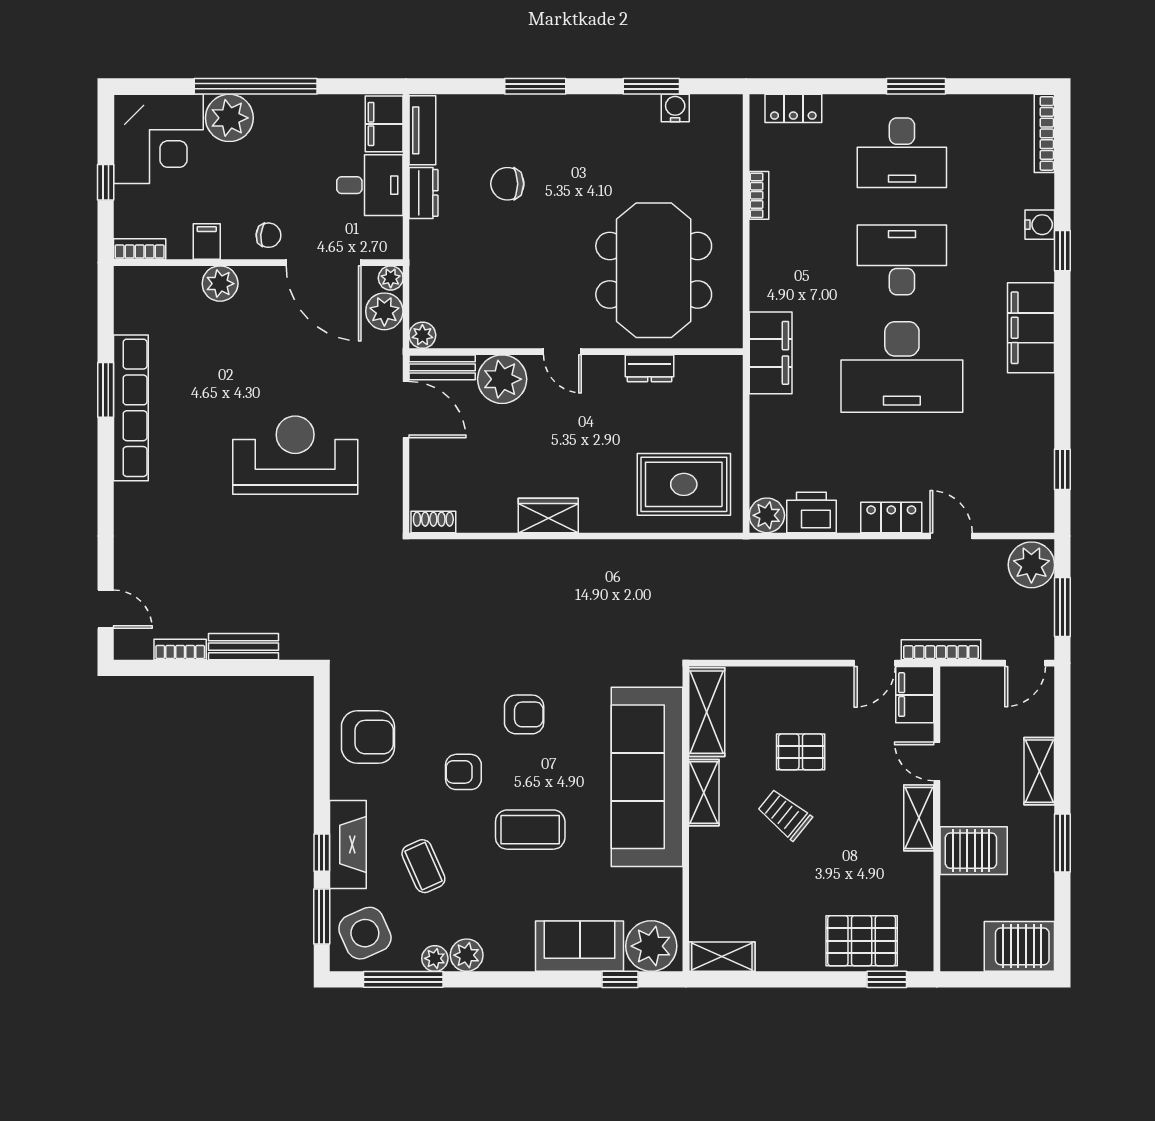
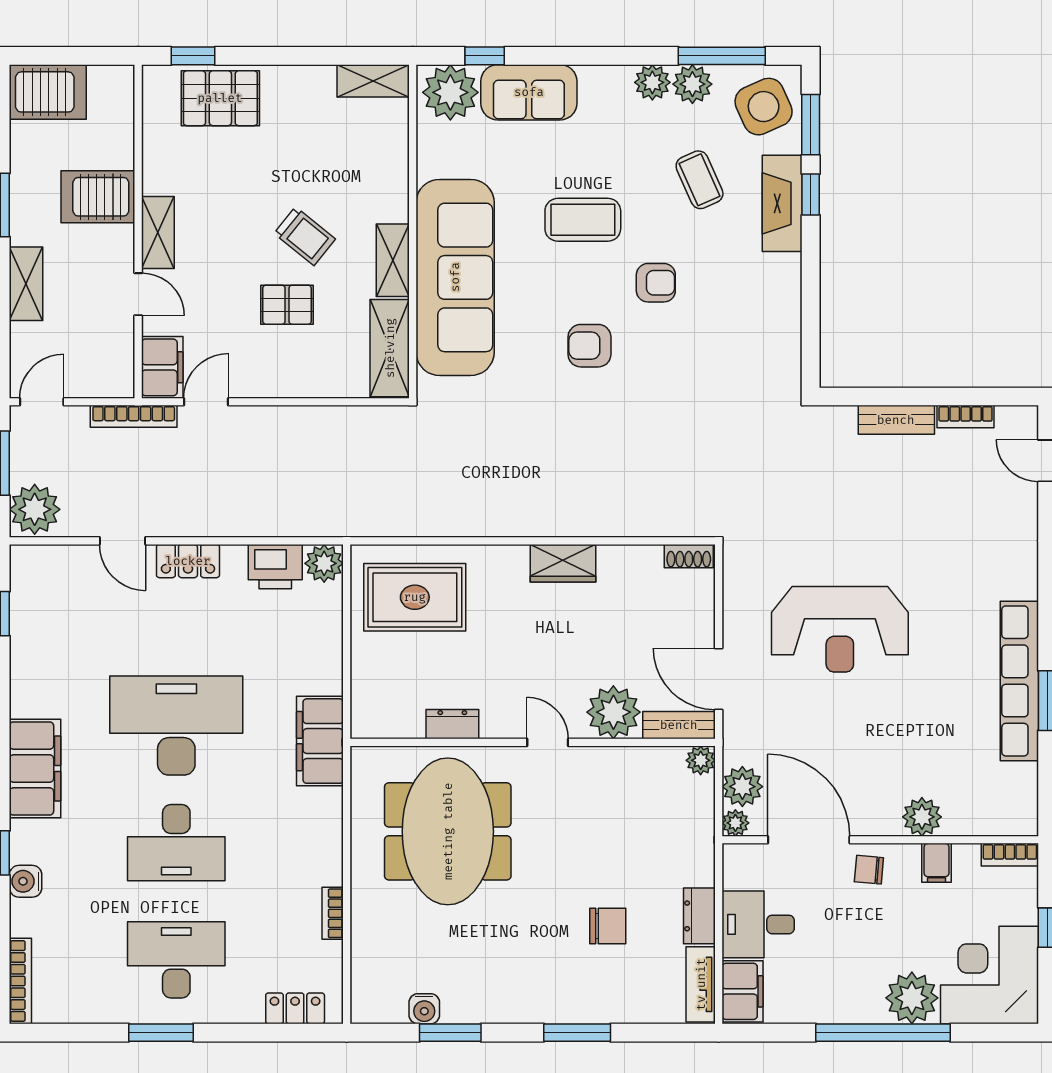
armchair: (368, 737) -> (760, 321), removed
plant: (435, 958) -> (692, 84), width x1.38, depth x1.38

